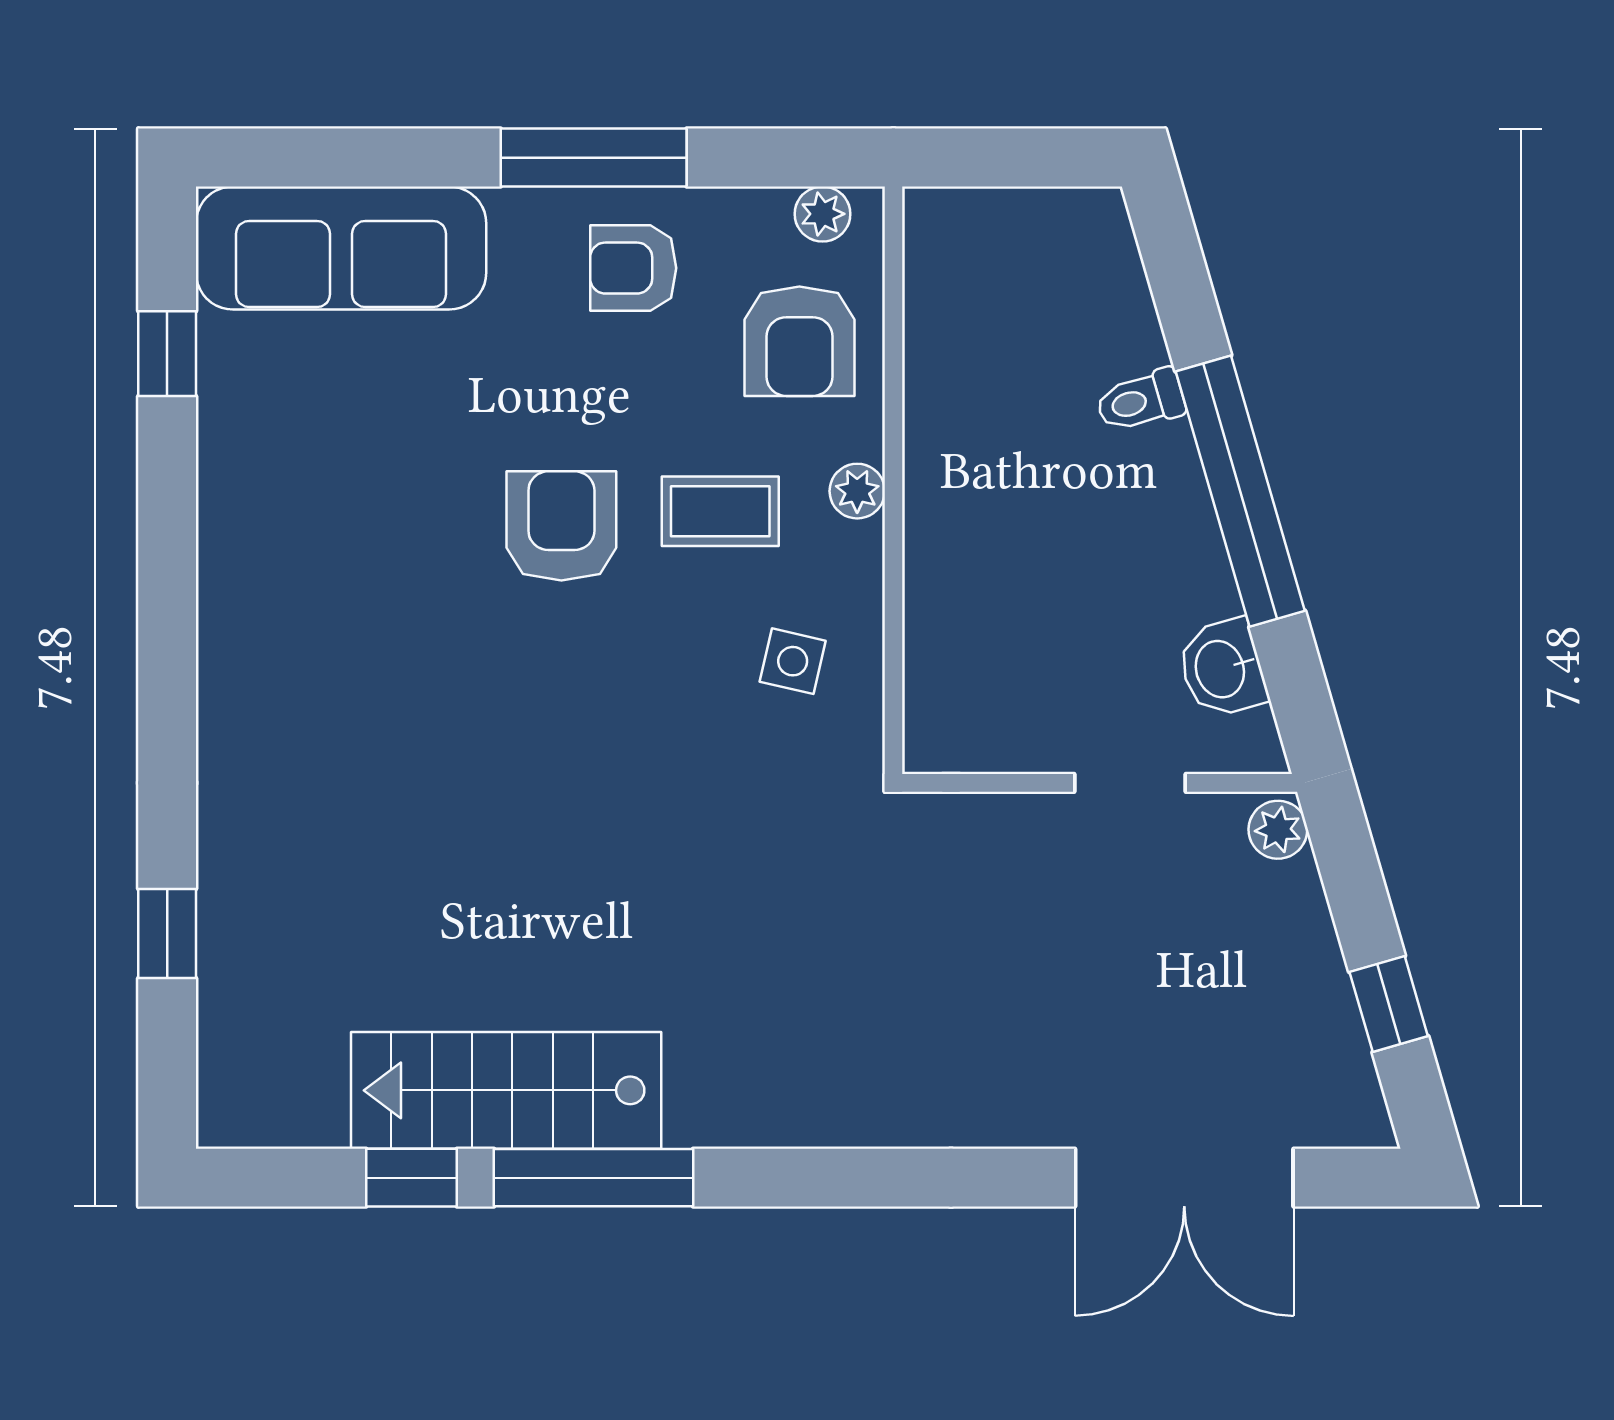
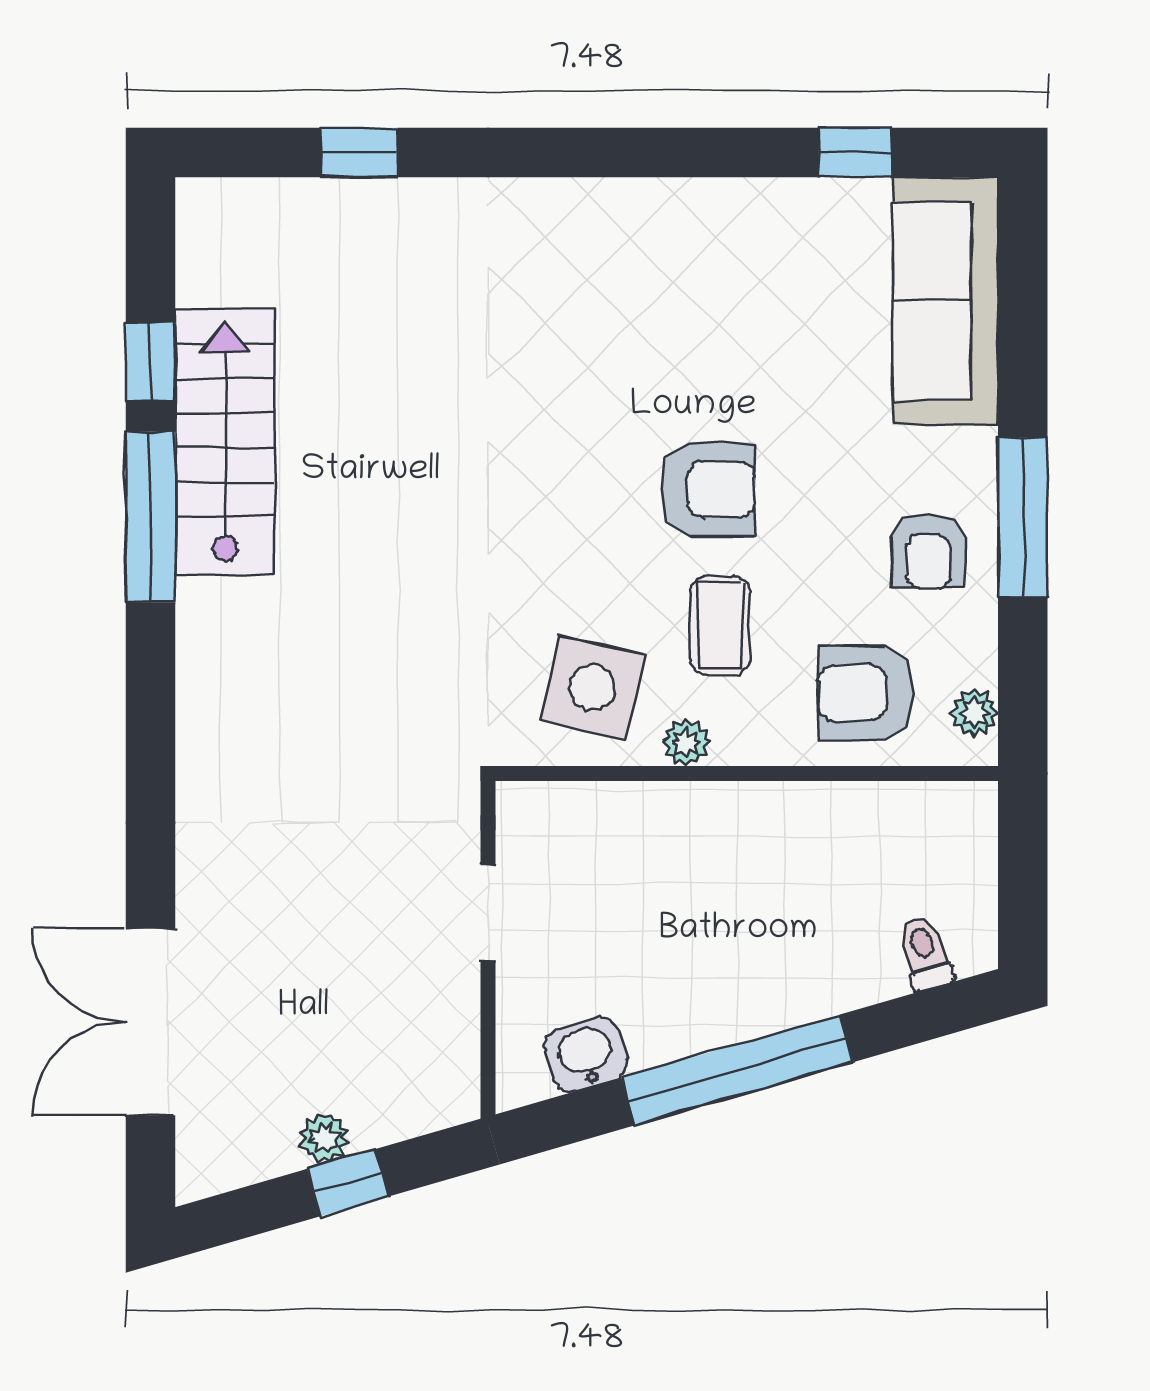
armchair: (633, 268) -> (928, 551), turned 180
toilet: (1140, 401) -> (925, 953), moved
plant: (857, 491) -> (686, 742), moved
side table: (793, 661) -> (592, 687), width x1.87, depth x1.87
doorway: (1130, 783) -> (488, 913), moved
plant: (1278, 830) -> (324, 1138), moved
window: (1389, 1004) -> (348, 1183), moved

